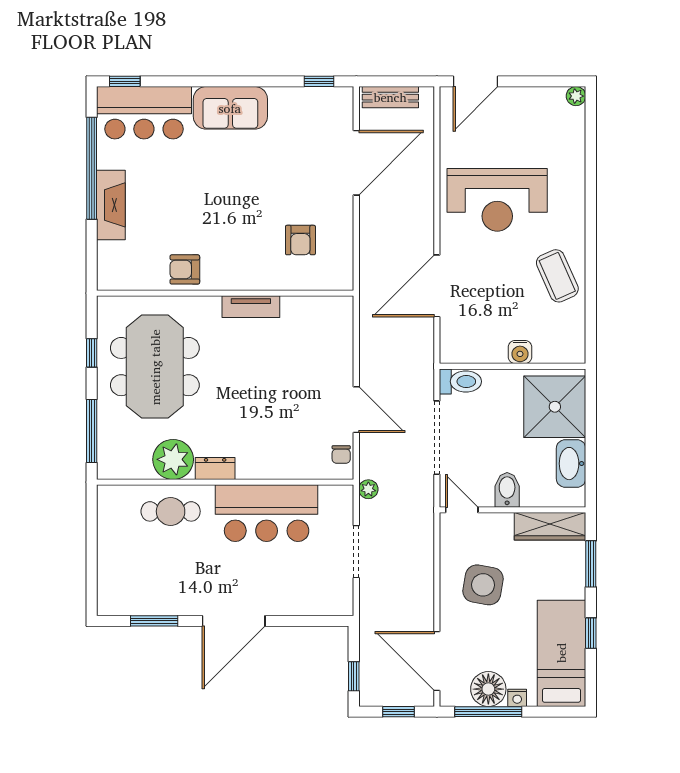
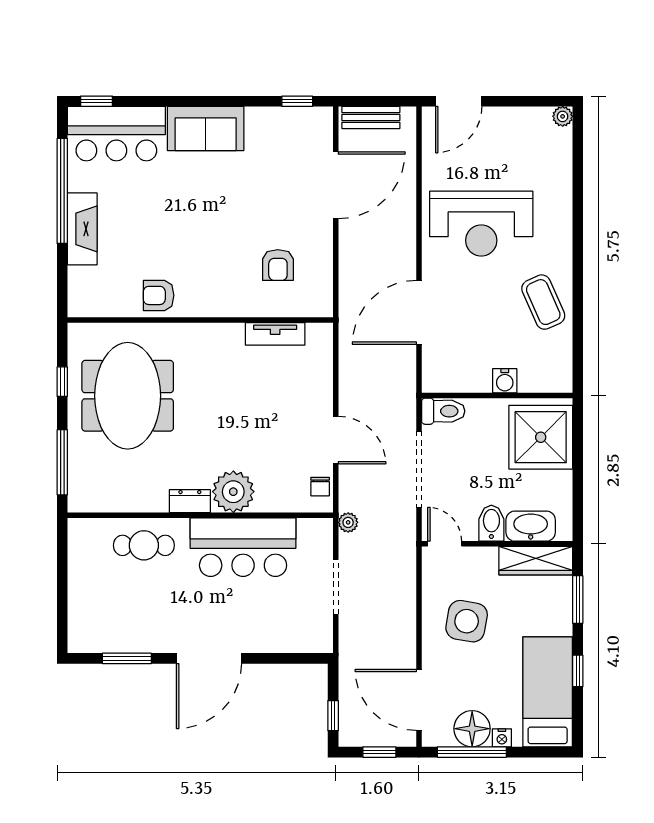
tv unit: (251, 307) -> (275, 334), moved
plant: (173, 459) -> (233, 492), moved
washbasin: (571, 464) -> (531, 526), moved, turned 90

